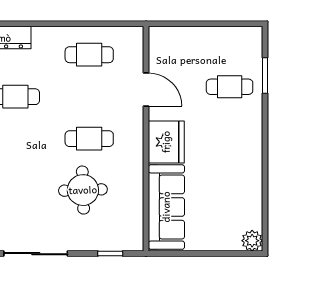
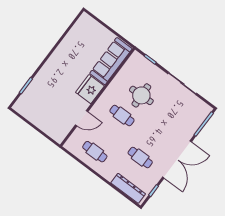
cafe table: (230, 87) -> (45, 92), removed
door: (146, 90) -> (82, 118), swing flipped
plant: (252, 241) -> (85, 19), removed

